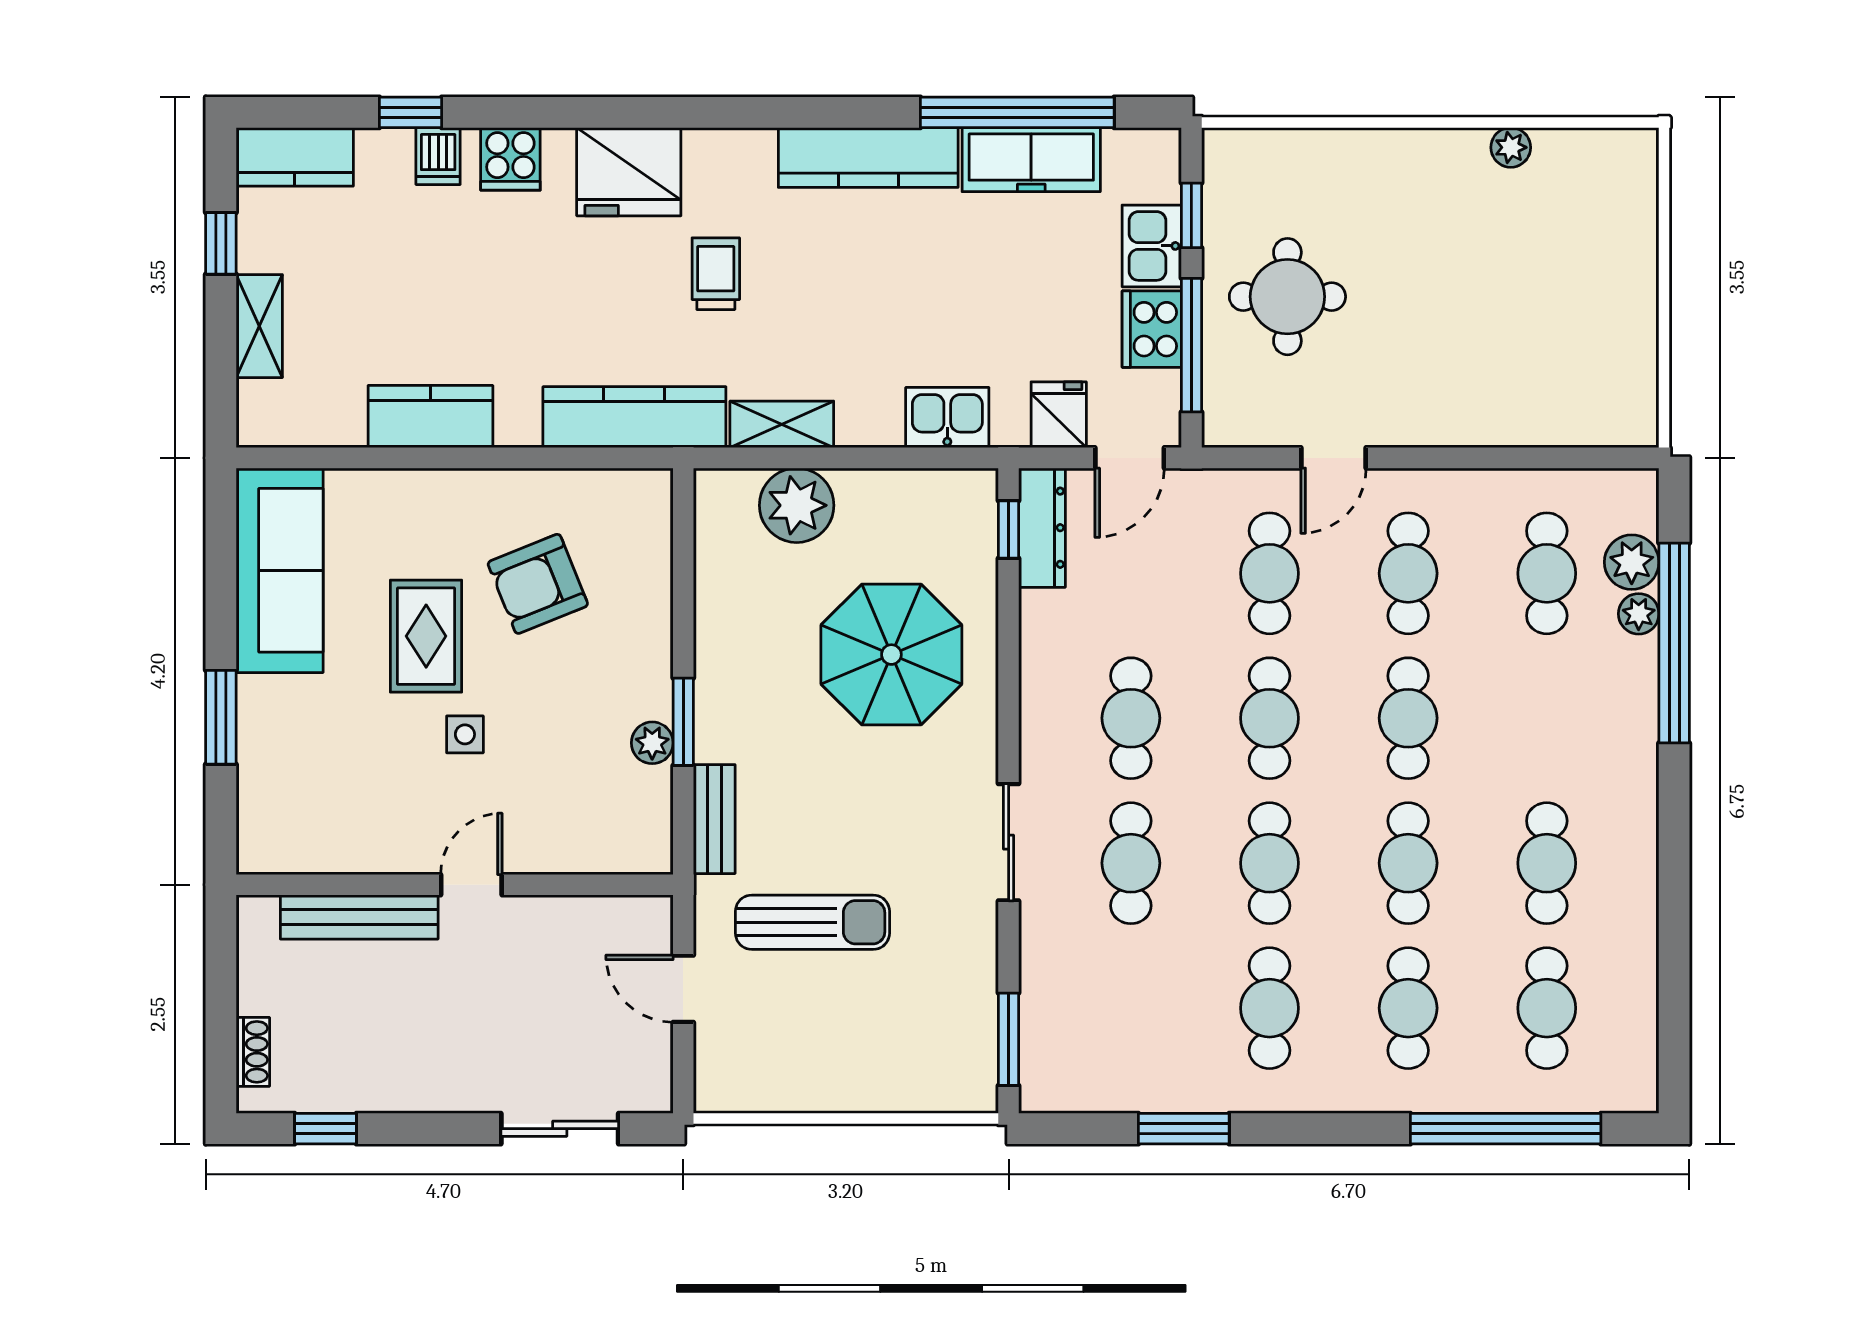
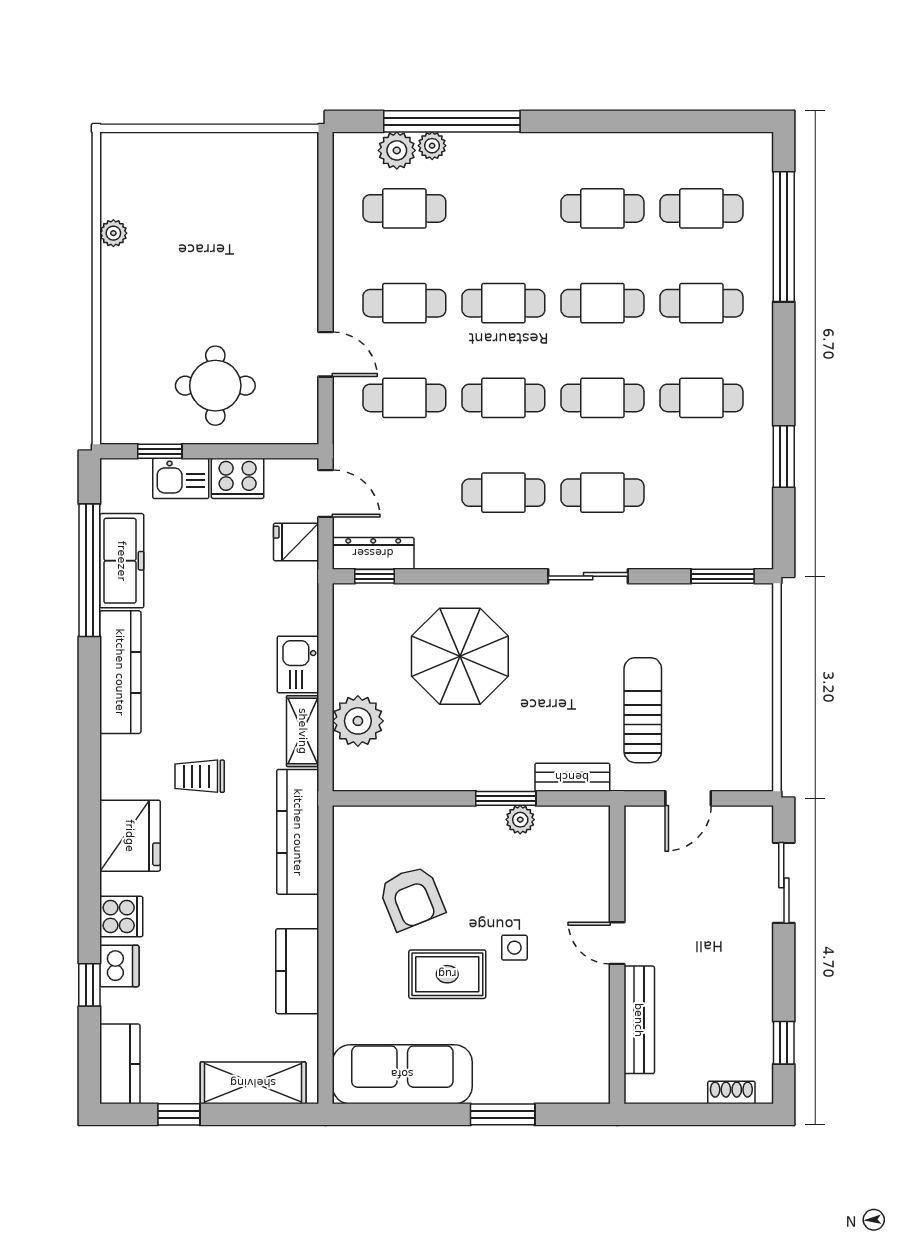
dishwasher: (438, 156) -> (119, 966), width x1.38
shelving: (259, 326) -> (253, 1083), width x1.50, depth x1.33
window: (1191, 345) -> (248, 451), removed
kitchen sink: (947, 418) -> (298, 664), moved

